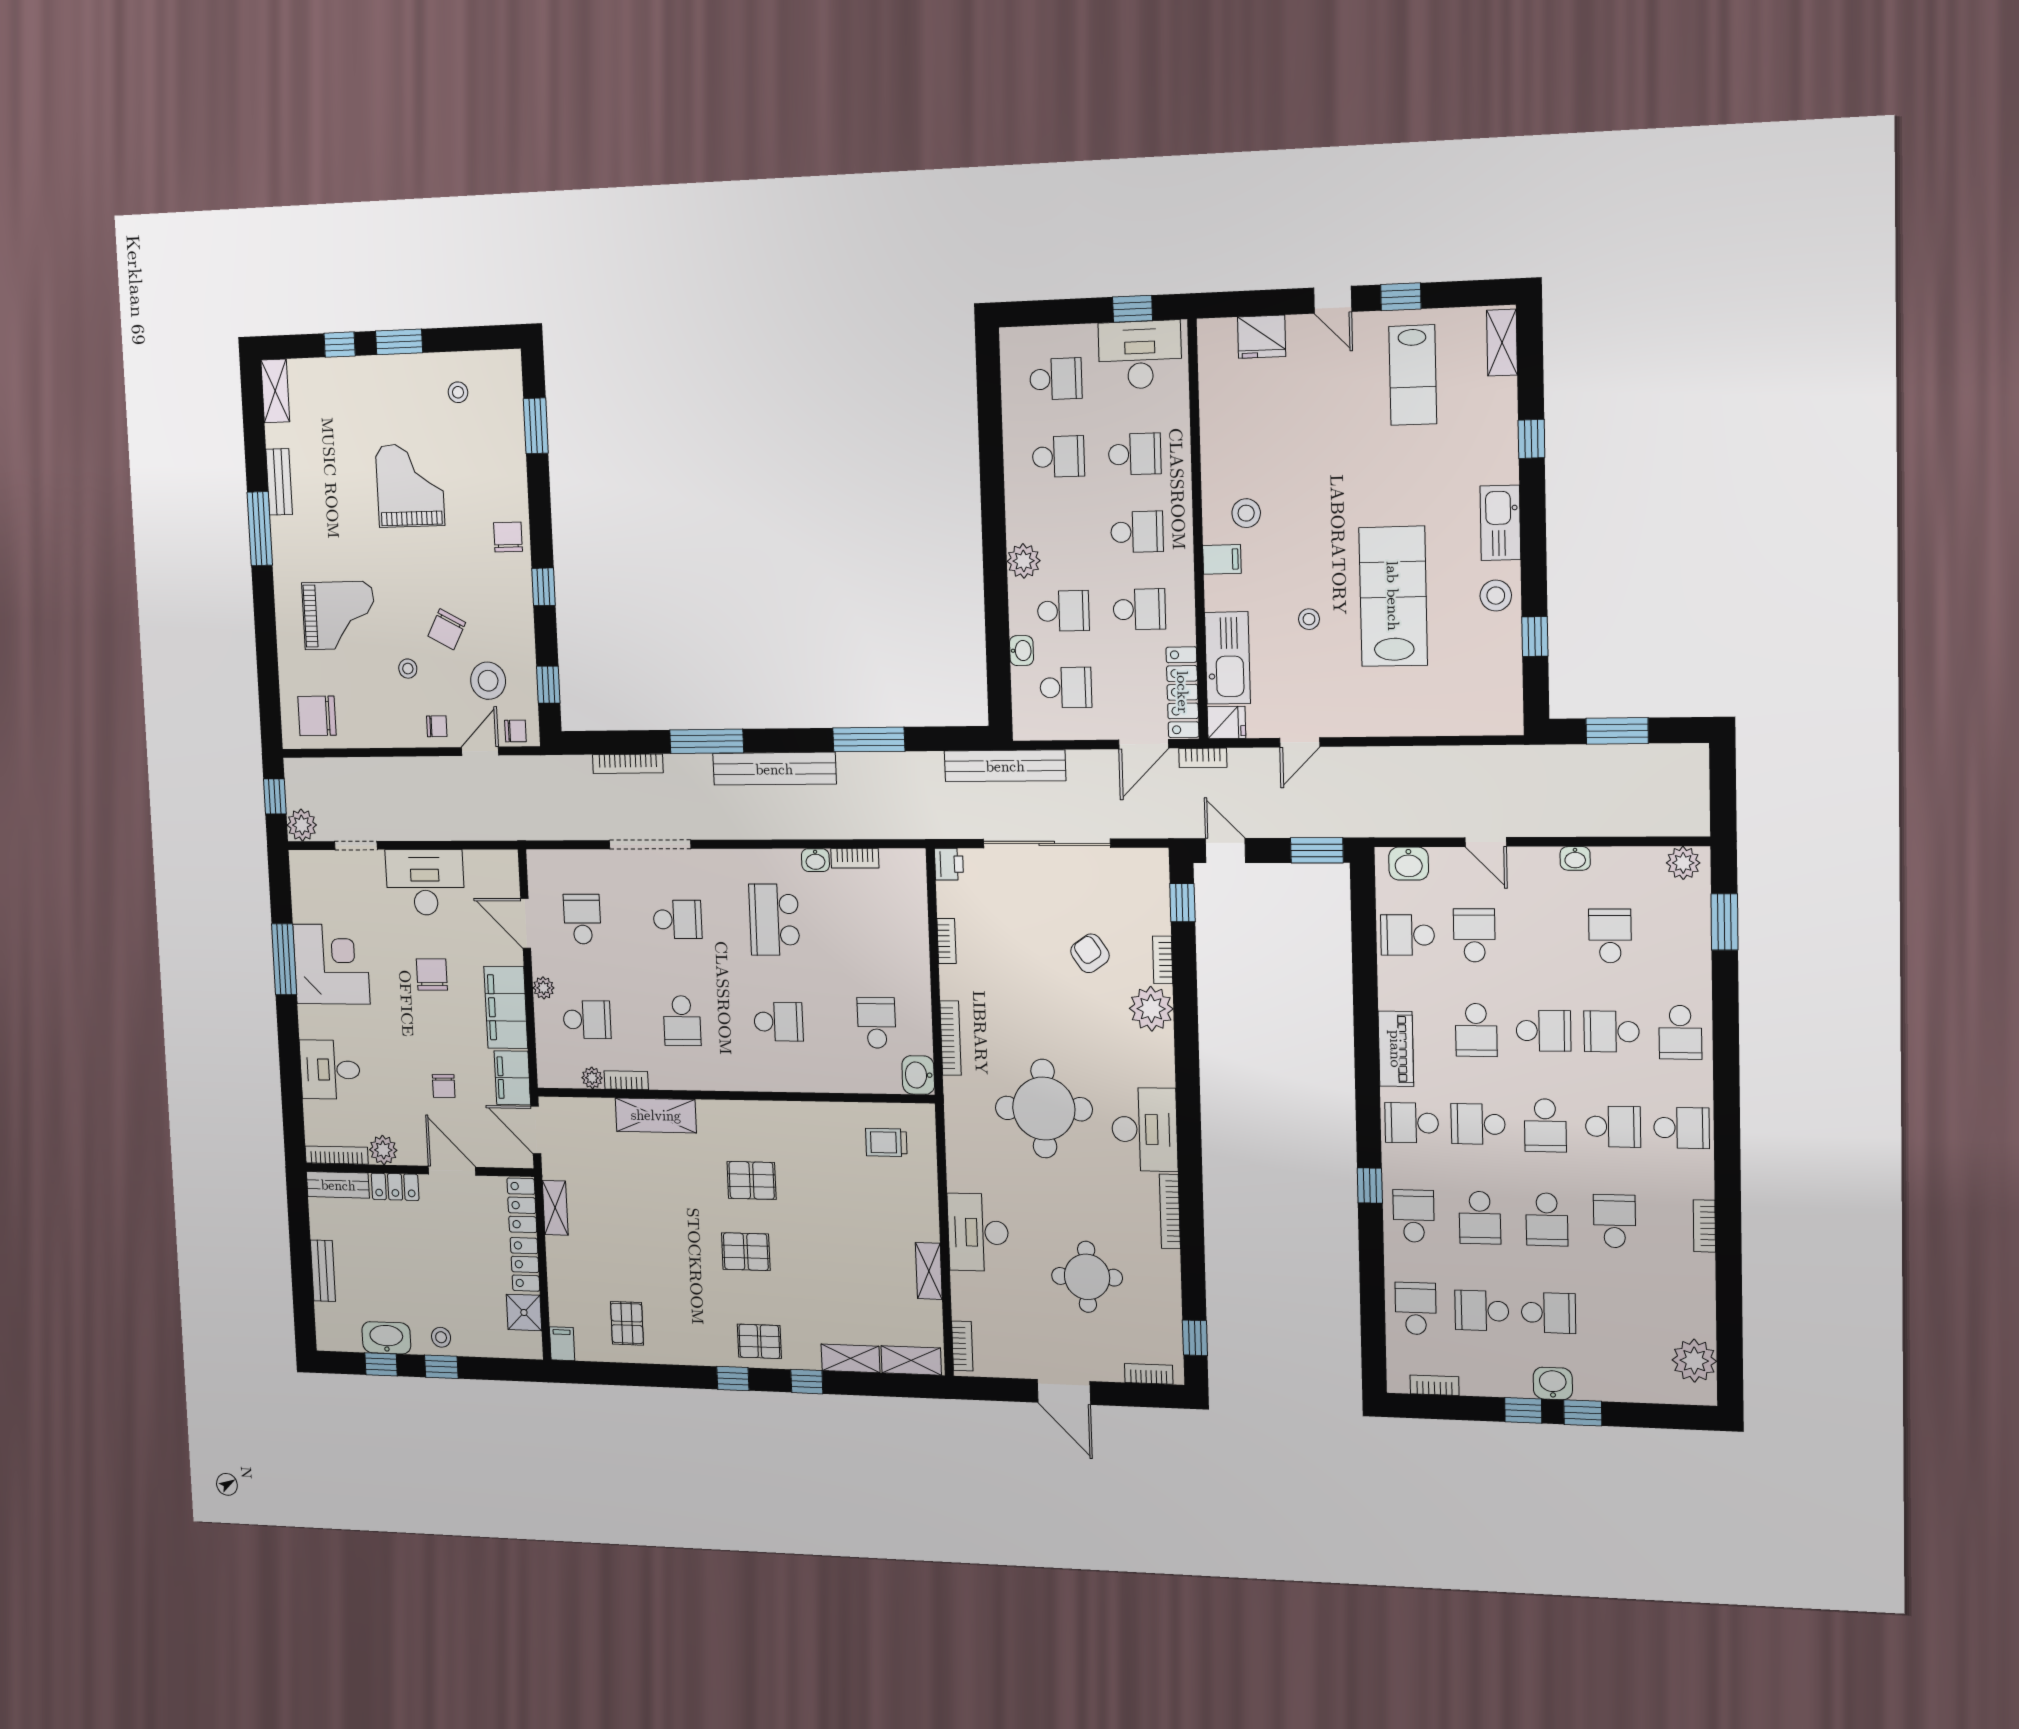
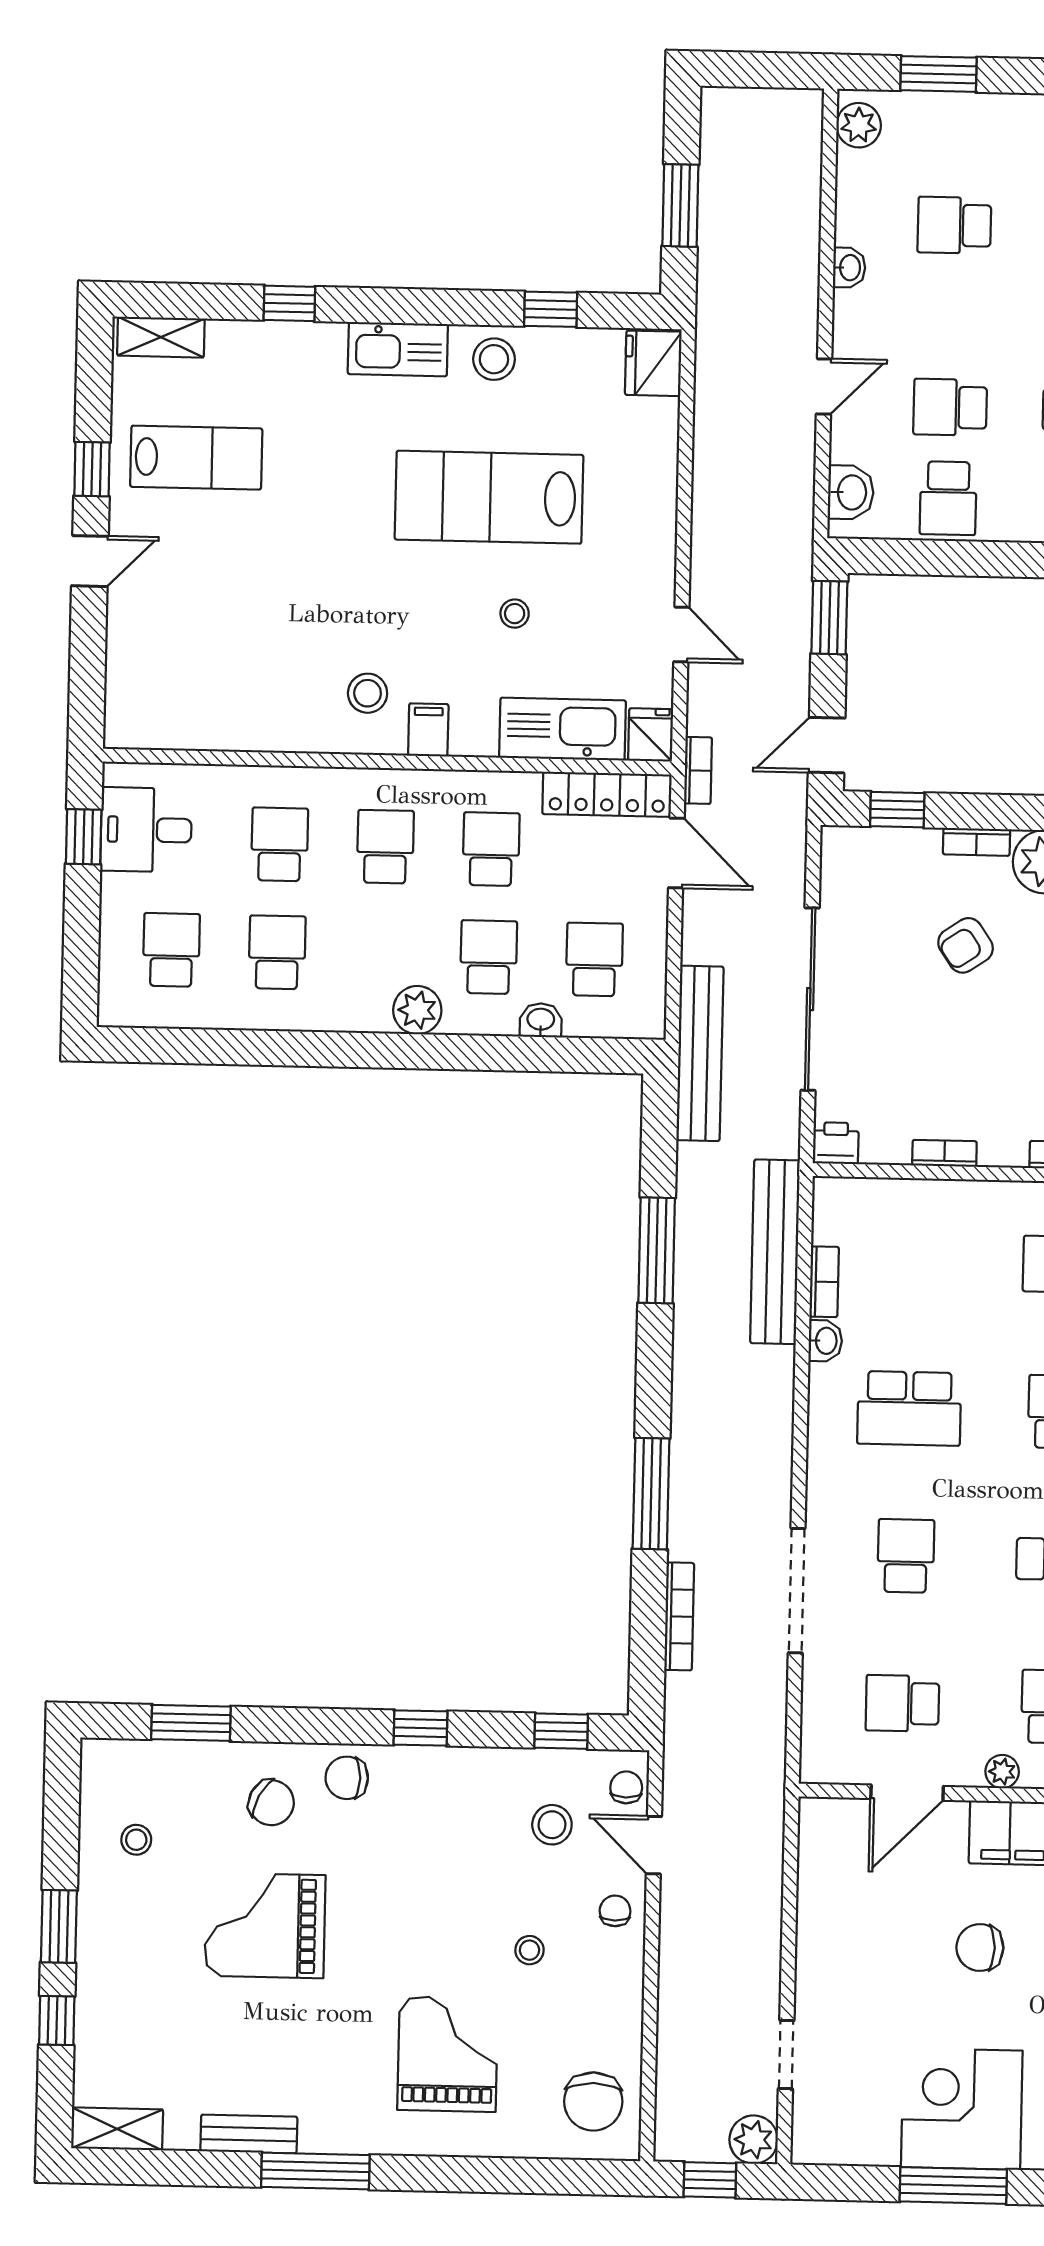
fridge: (1262, 337) -> (653, 363), moved, turned 180
desk: (1140, 355) -> (146, 830), width x0.73
chair: (447, 629) -> (271, 1803), moved
stool: (488, 681) -> (552, 1825), width x0.73, depth x0.73
bench: (774, 769) -> (775, 1252), moved
desk: (425, 882) -> (843, 1948), removed

